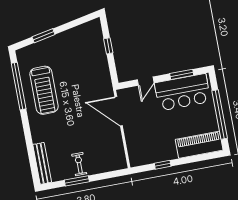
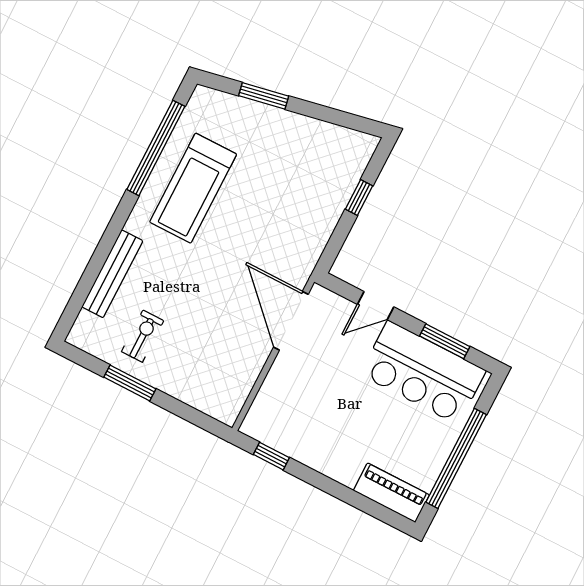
piano: (199, 145) -> (391, 493), width x0.73, depth x0.75
bench: (42, 163) -> (112, 274), moved
exercise bike: (79, 164) -> (143, 336), moved
window: (163, 165) -> (271, 456), moved

